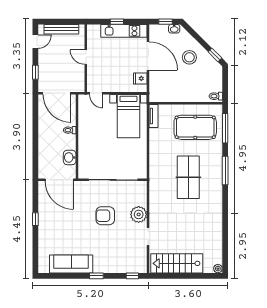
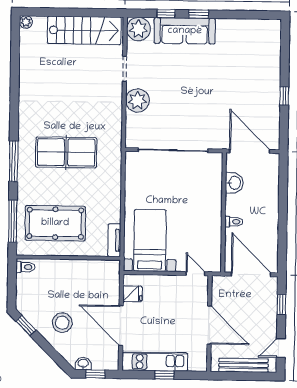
door: (86, 57) -> (209, 325), width x1.88
table tennis table: (188, 177) -> (66, 152), turned 90
armchair: (105, 216) -> (185, 99), removed
sofa: (71, 264) -> (185, 31), moved
plant: (139, 265) -> (139, 29), added
window: (132, 276) -> (166, 14), moved

